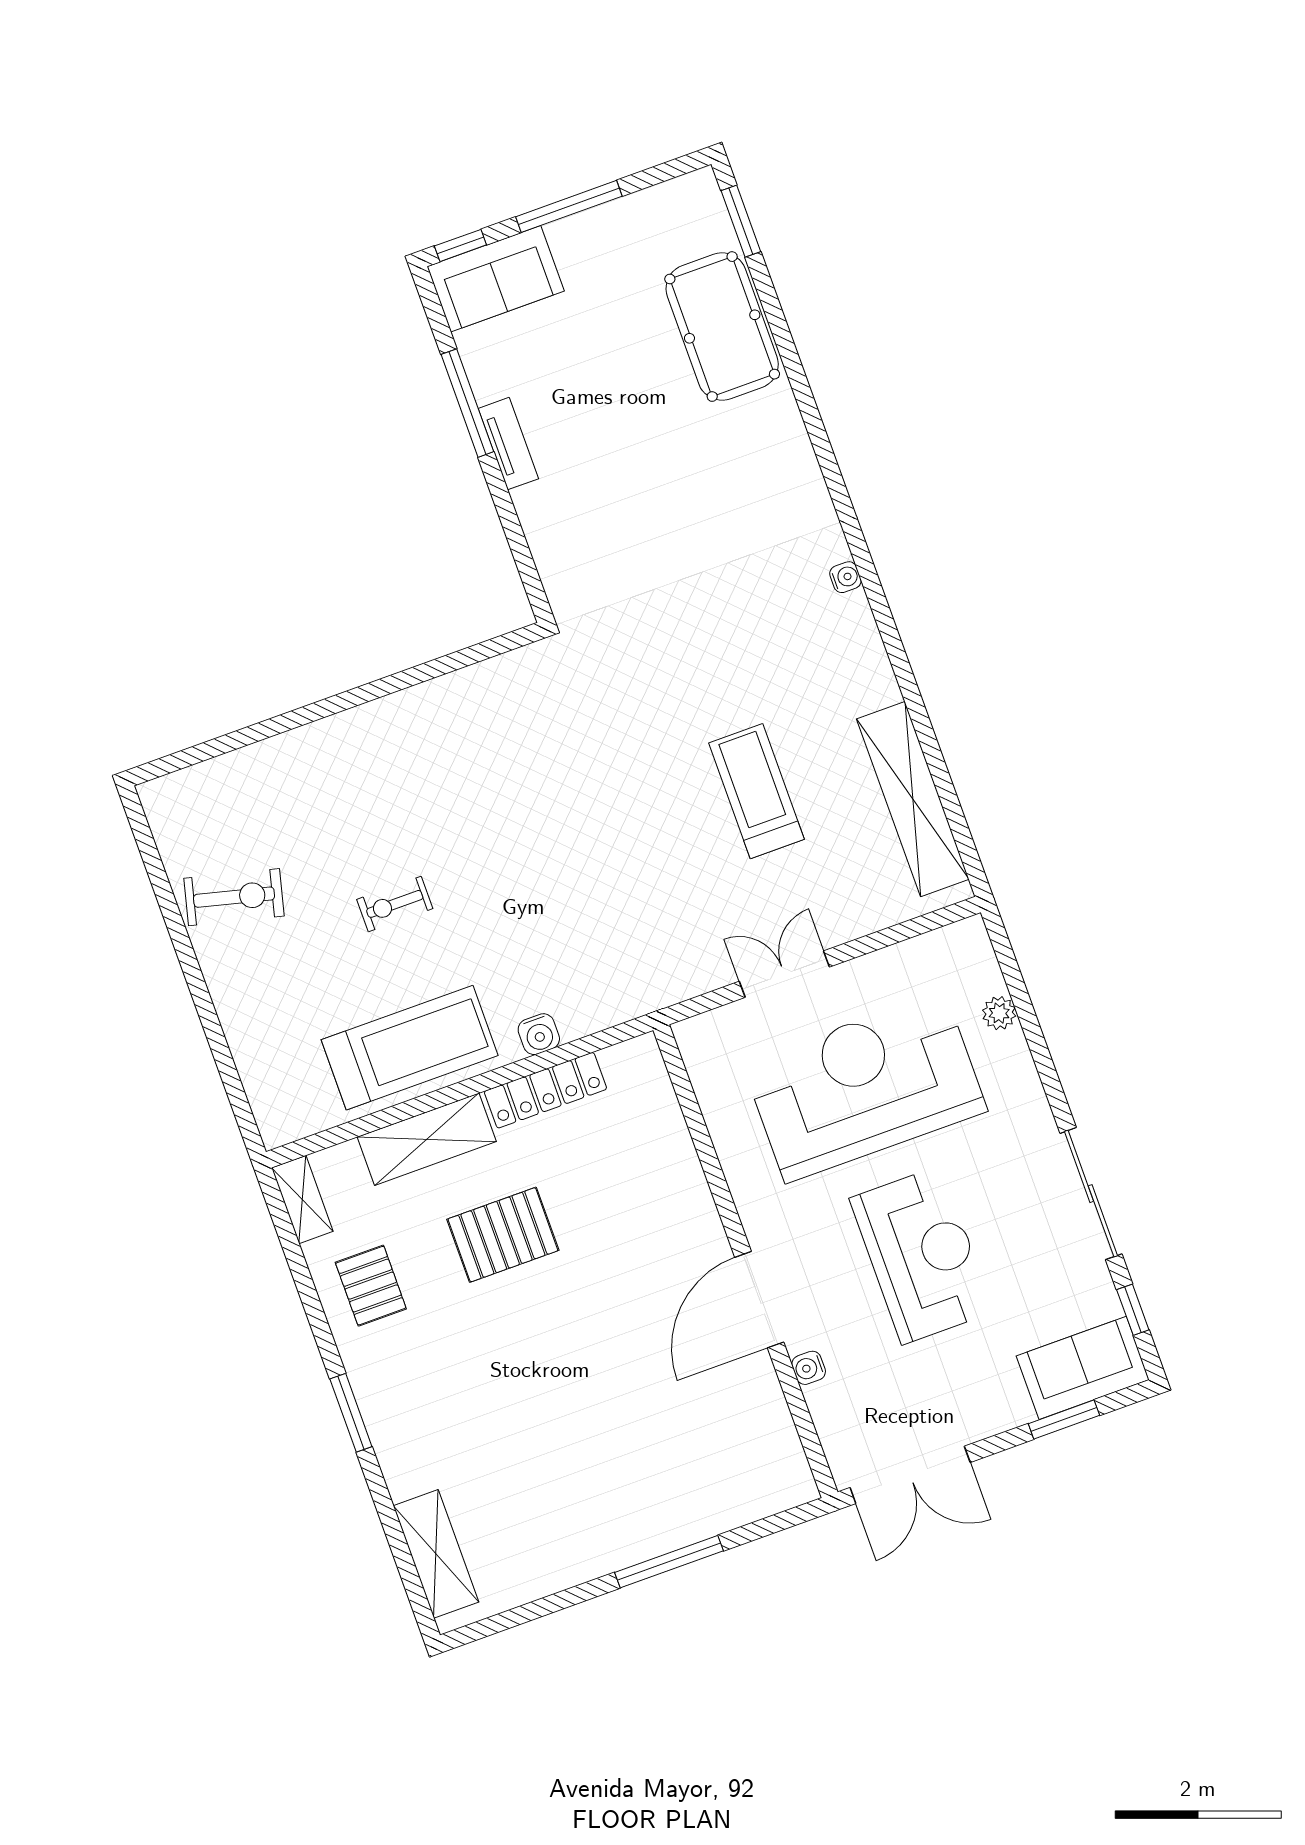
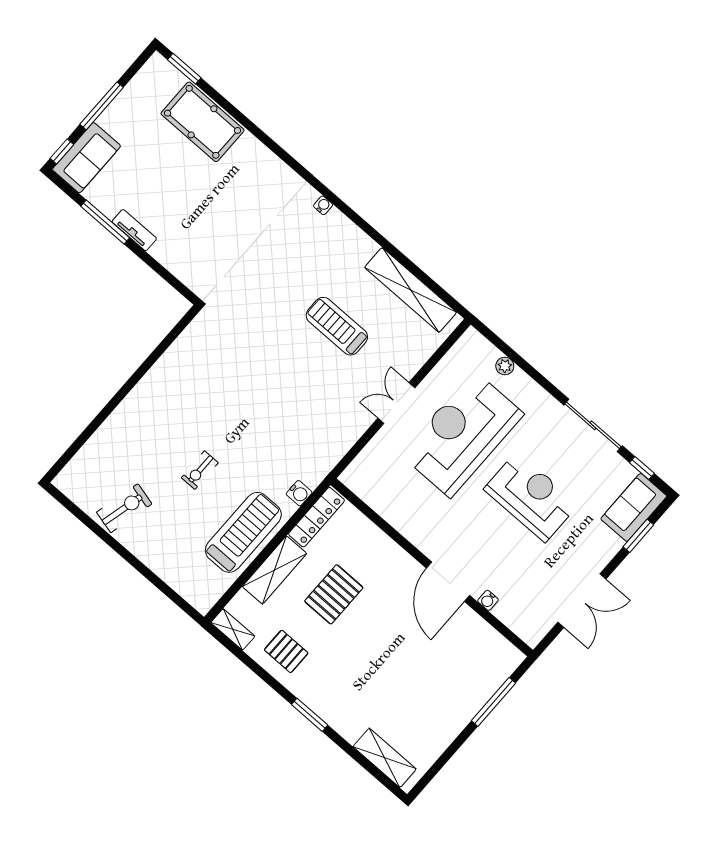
wall: (745, 1261) -> (432, 567), moved
door: (759, 1300) -> (448, 582), moved
water cooler: (809, 1368) -> (488, 600), moved

